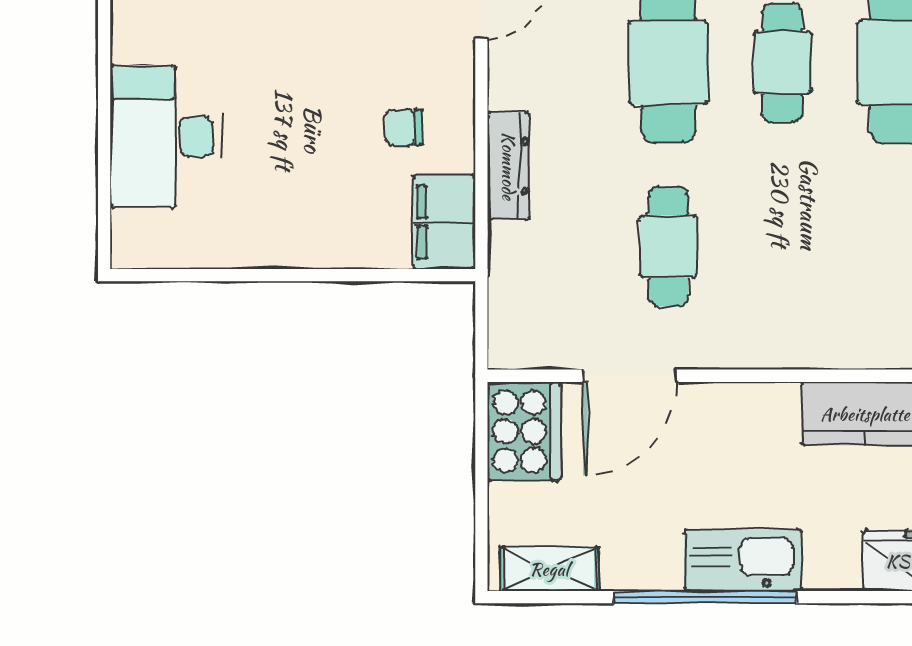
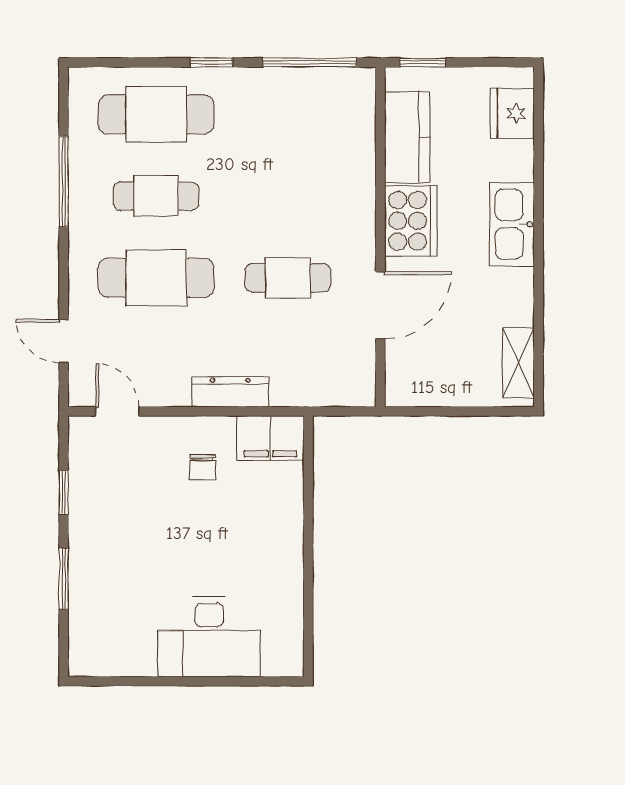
door: (630, 376) -> (380, 305), hinge flipped
cooker: (524, 431) -> (411, 221), moved, turned 90
window: (705, 597) -> (539, 251), removed

